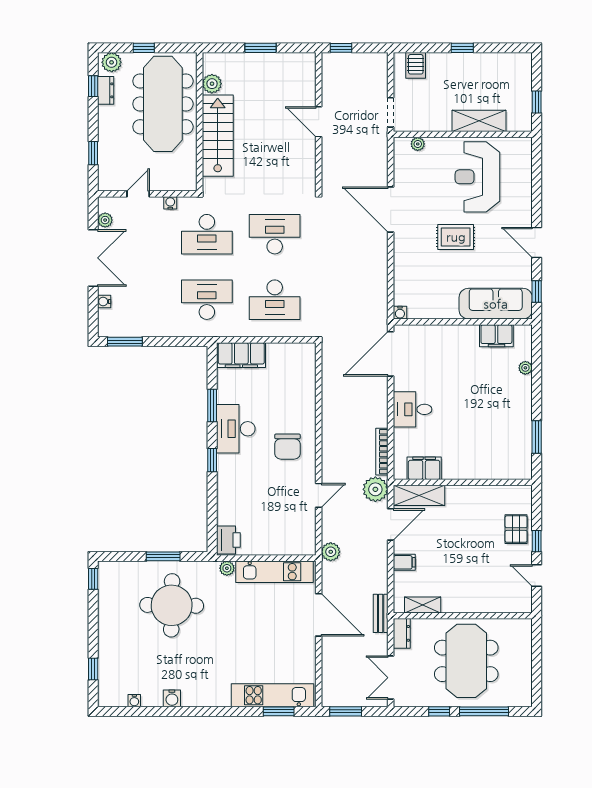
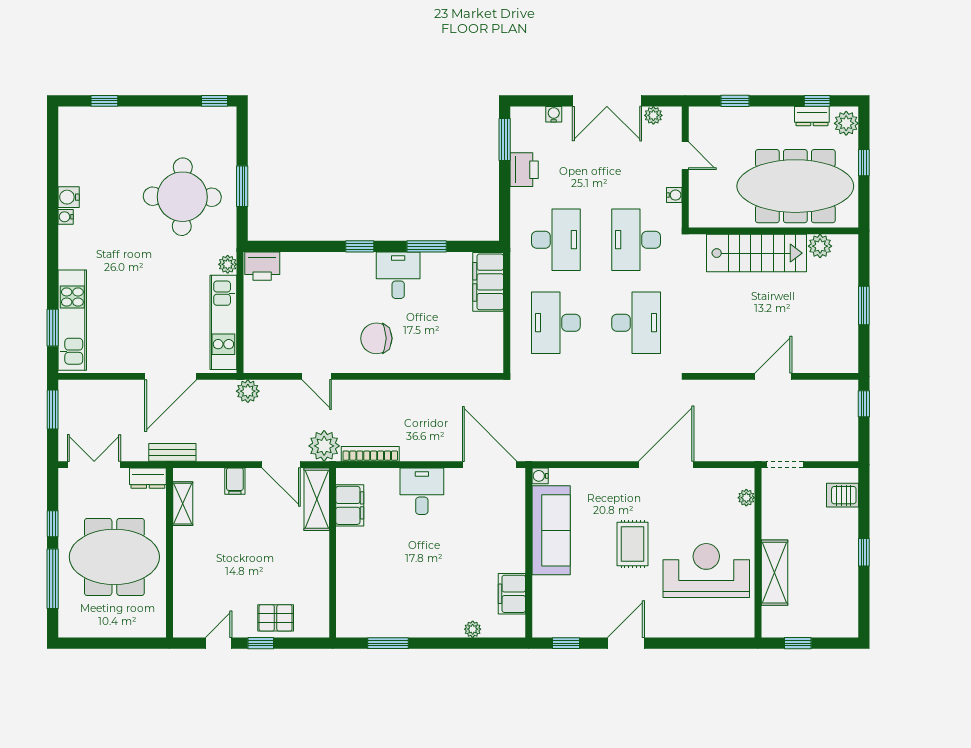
sofa: (496, 304) -> (551, 530), moved
printer: (150, 326) -> (524, 170), added
desk: (236, 429) -> (398, 275), width x0.73
water cooler: (134, 701) -> (66, 217), moved

